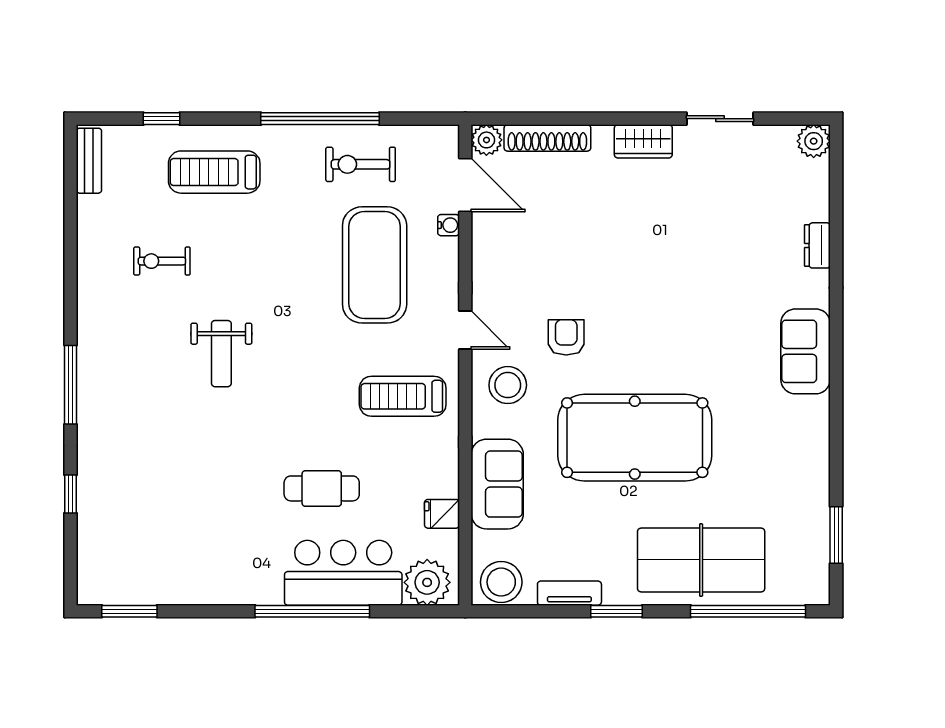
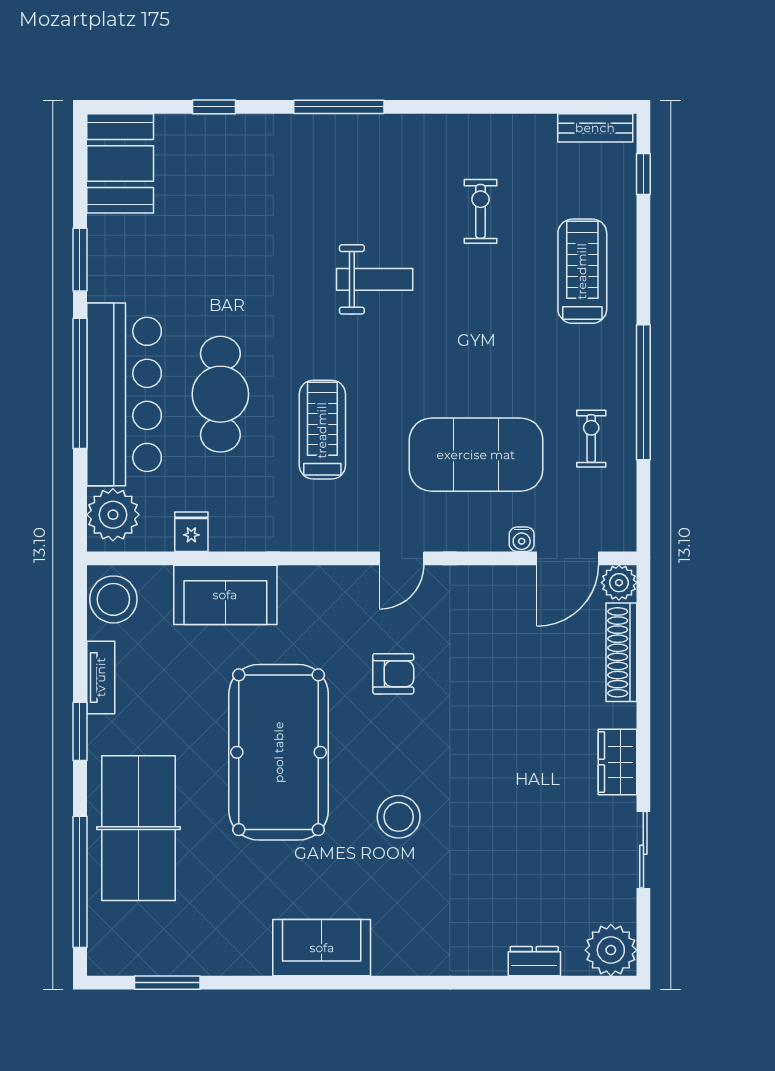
window: (161, 119) -> (643, 174), moved
plant: (814, 141) -> (611, 950), width x1.36, depth x1.36
exercise bike: (361, 164) -> (591, 439), width x0.73, depth x0.72
dresser: (817, 245) -> (534, 961), moved
sofa: (806, 351) -> (322, 948), moved
weight bench: (221, 354) -> (375, 279), turned 180
stool: (508, 385) -> (399, 817), moved
treadmill: (403, 396) -> (322, 430), moved
cafe table: (322, 488) -> (220, 394), width x1.37, depth x1.35
bar counter: (343, 573) -> (124, 394), width x1.36
booth: (120, 576) -> (120, 163), added
window: (129, 611) -> (80, 260), moved

